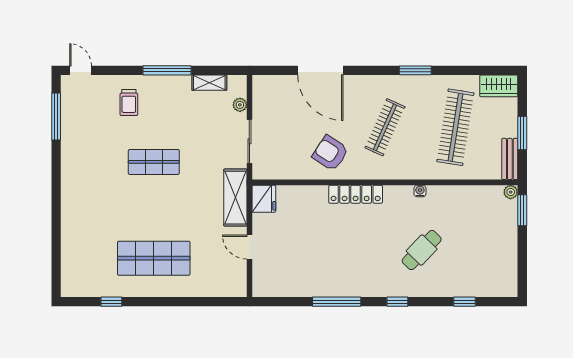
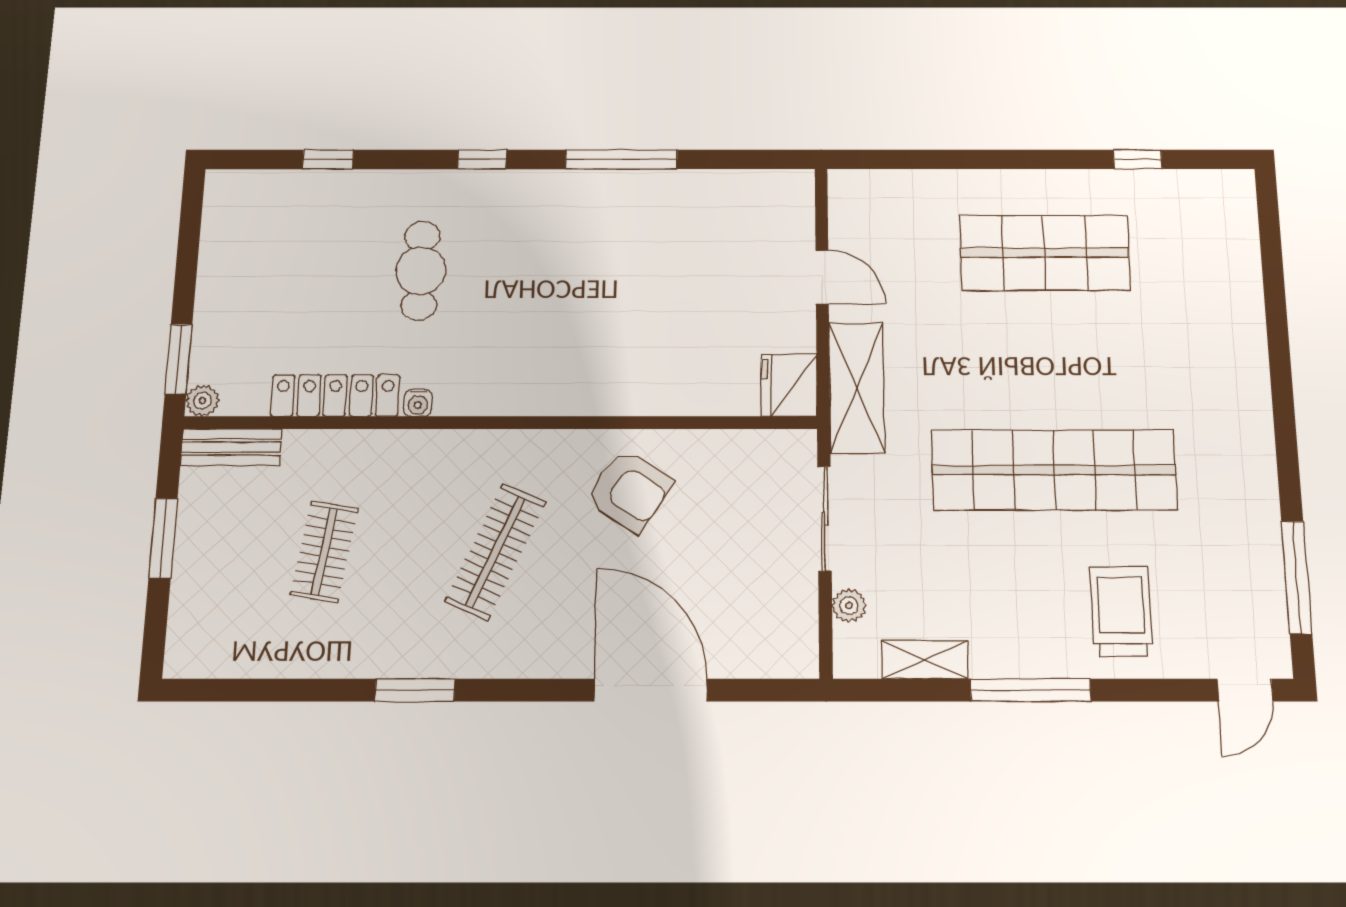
door: (81, 70) -> (1245, 690), hinge flipped
wardrobe: (499, 86) -> (211, 652), removed
trolley: (129, 102) -> (1121, 611), width x1.36, depth x1.39
clothes rail: (455, 127) -> (324, 552), width x0.54, depth x0.76
bench: (510, 159) -> (231, 447), moved, turned 90
shop shelf: (154, 162) -> (1054, 470), width x2.00, depth x1.36
locker: (356, 194) -> (335, 396), moved
cafe table: (422, 250) -> (421, 271), turned -44

